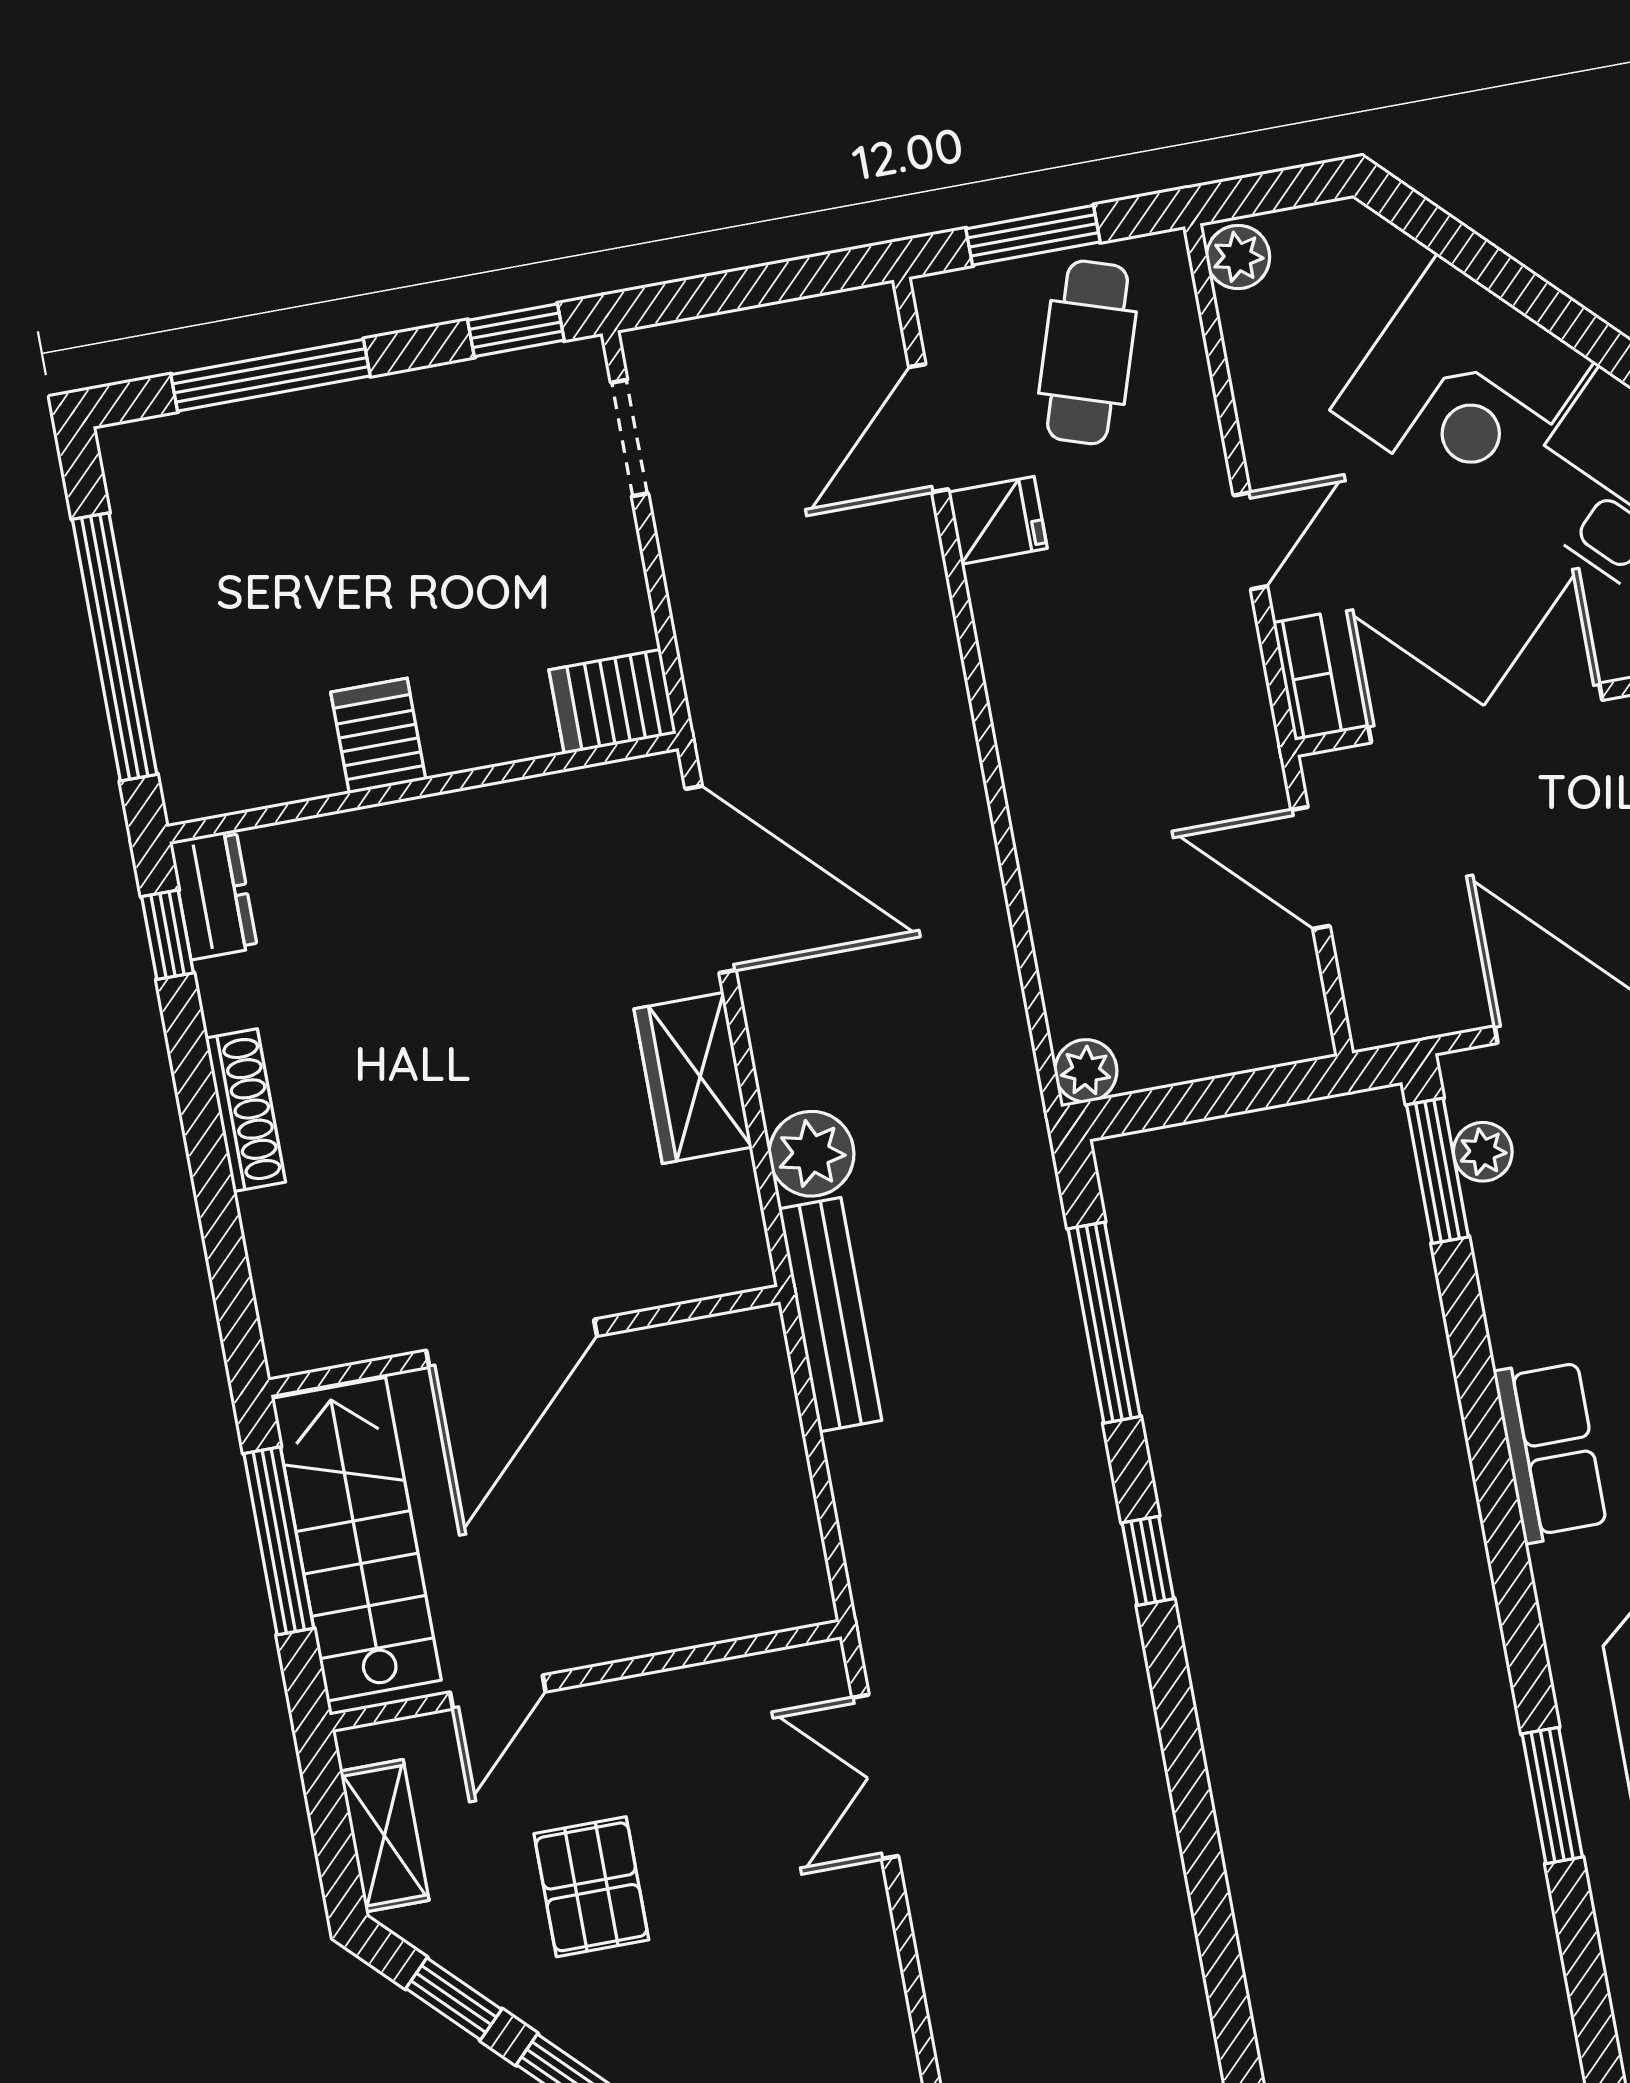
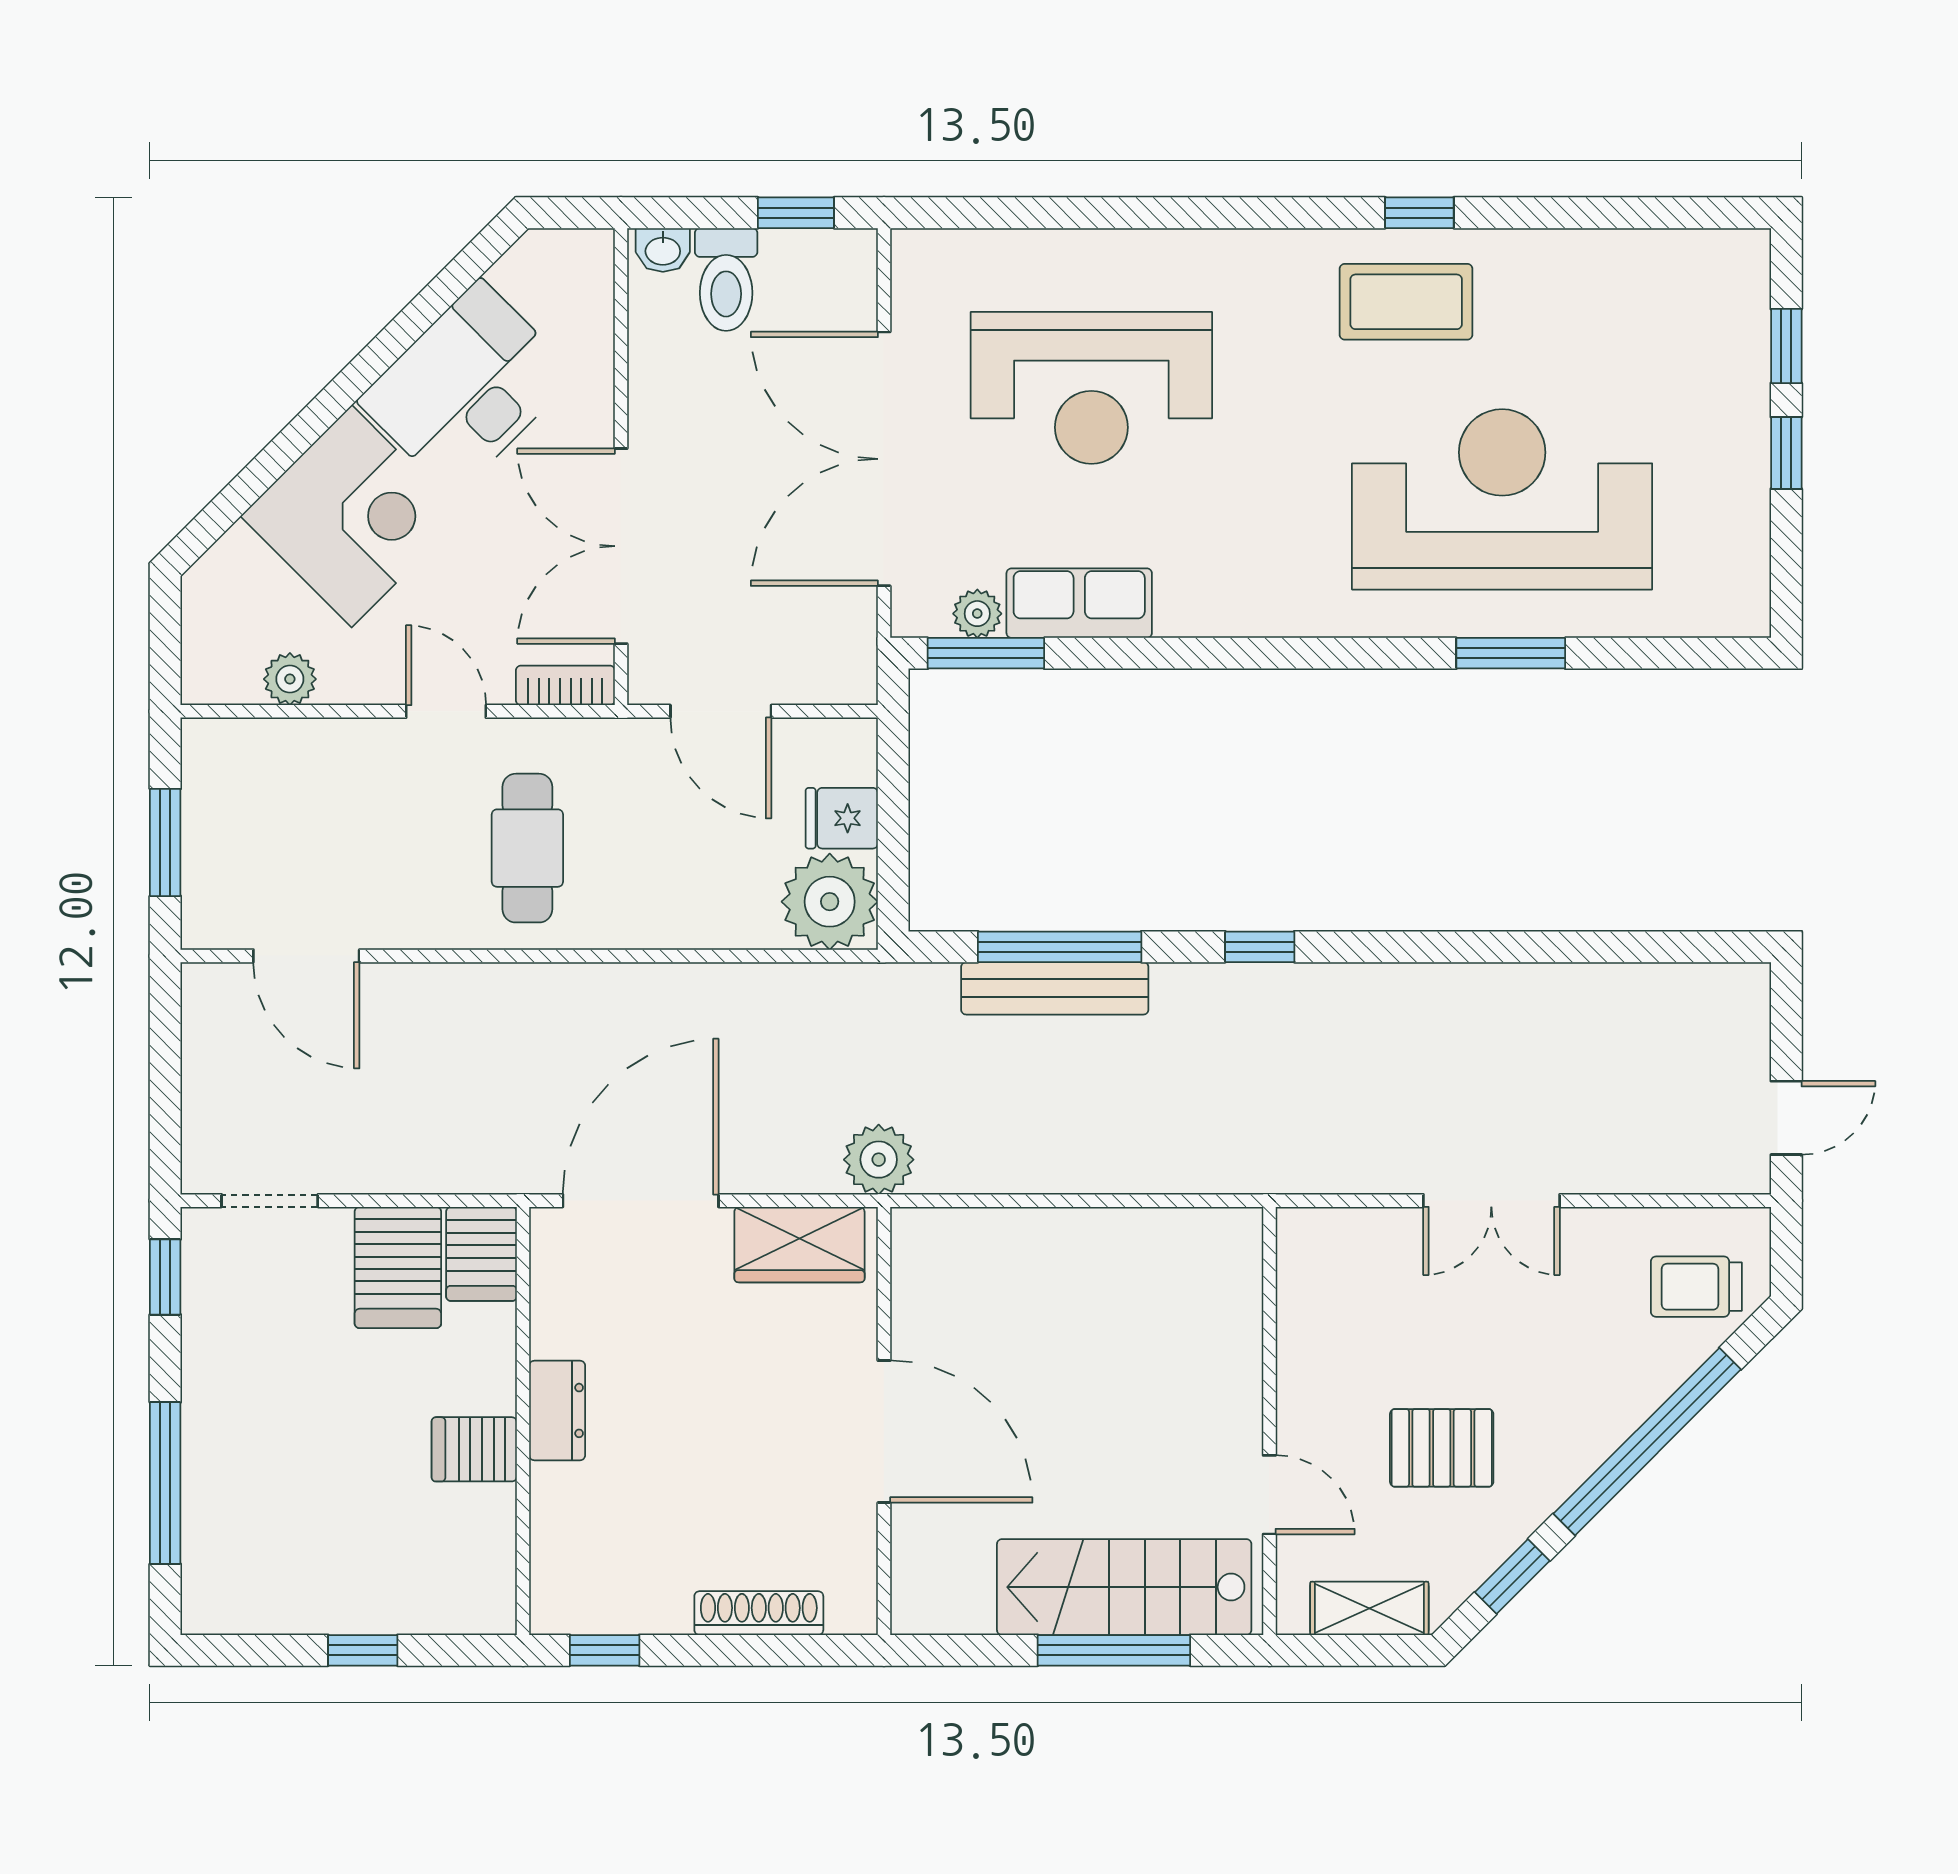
plant: (1238, 257) -> (290, 679), moved
cafe table: (1088, 352) -> (527, 848), moved, turned 72
fridge: (998, 520) -> (842, 818), moved, turned -90
server rack: (578, 605) -> (398, 1267), added
window: (115, 647) -> (363, 1650), width x0.32
door: (1310, 868) -> (721, 711), hinge flipped
dresser: (213, 895) -> (557, 1410), moved, turned 90
plant: (1086, 1071) -> (830, 902), width x1.88, depth x1.88
bench: (830, 1315) -> (1055, 988), moved
wall: (524, 1341) -> (884, 1421), moved
door: (512, 1343) -> (884, 1432), moved
row of seats: (1550, 1450) -> (1079, 603), moved
double door: (875, 1777) -> (1491, 1201), moved

